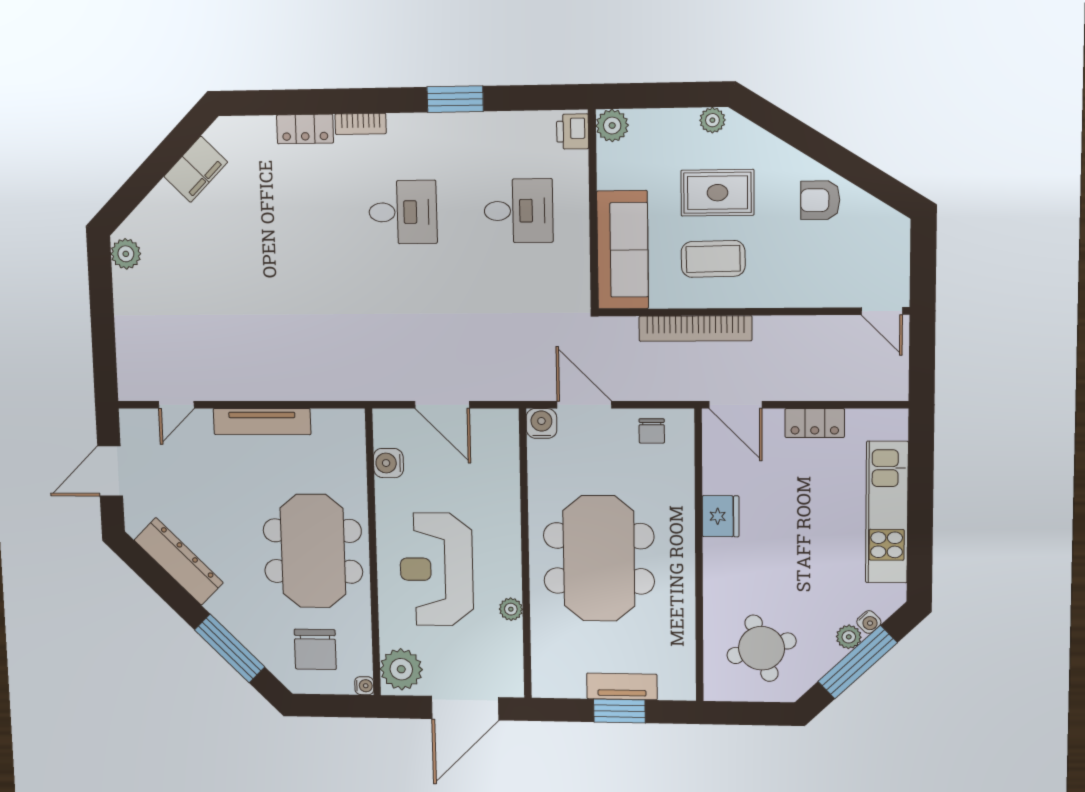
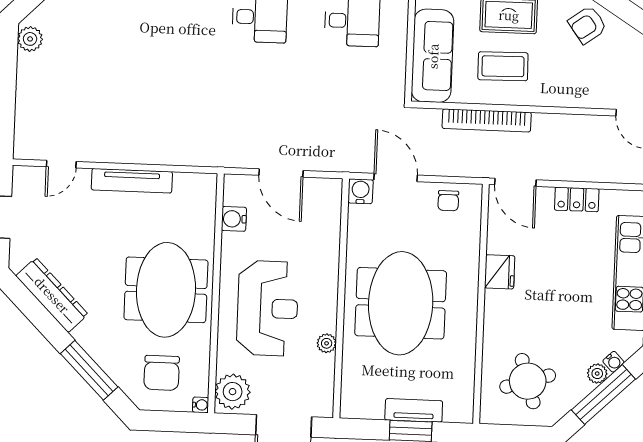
armchair: (820, 200) -> (587, 25), turned -36
reception desk: (436, 569) -> (267, 308), turned 180

